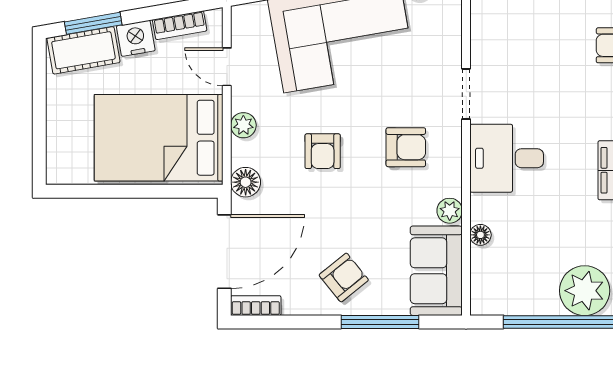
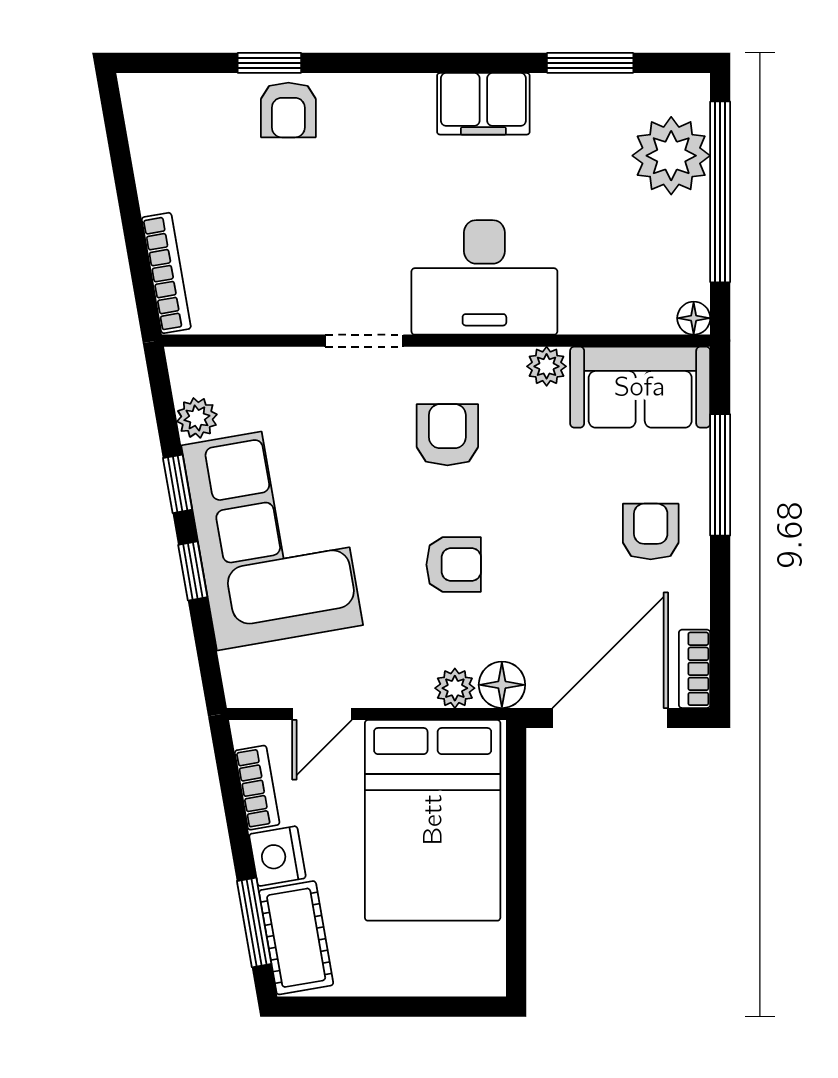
plant: (243, 125) -> (455, 688), moved
desk: (507, 158) -> (484, 277), width x1.37
floor lamp: (480, 235) -> (694, 318), moved
door: (224, 252) -> (610, 718), hinge flipped
armchair: (344, 277) -> (651, 532), turned 39

